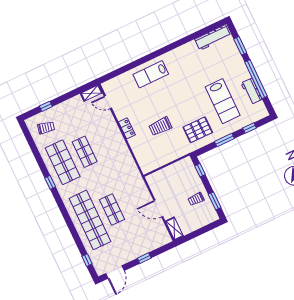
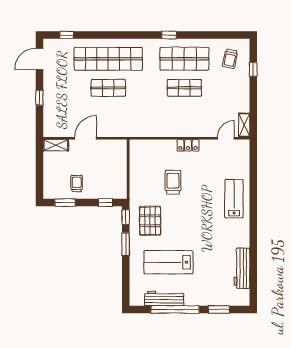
workbench: (213, 38) -> (242, 268), moved
workbench: (252, 91) -> (164, 298), width x1.38
window: (250, 128) -> (126, 217), moved
door: (115, 272) -> (39, 59), hinge flipped

